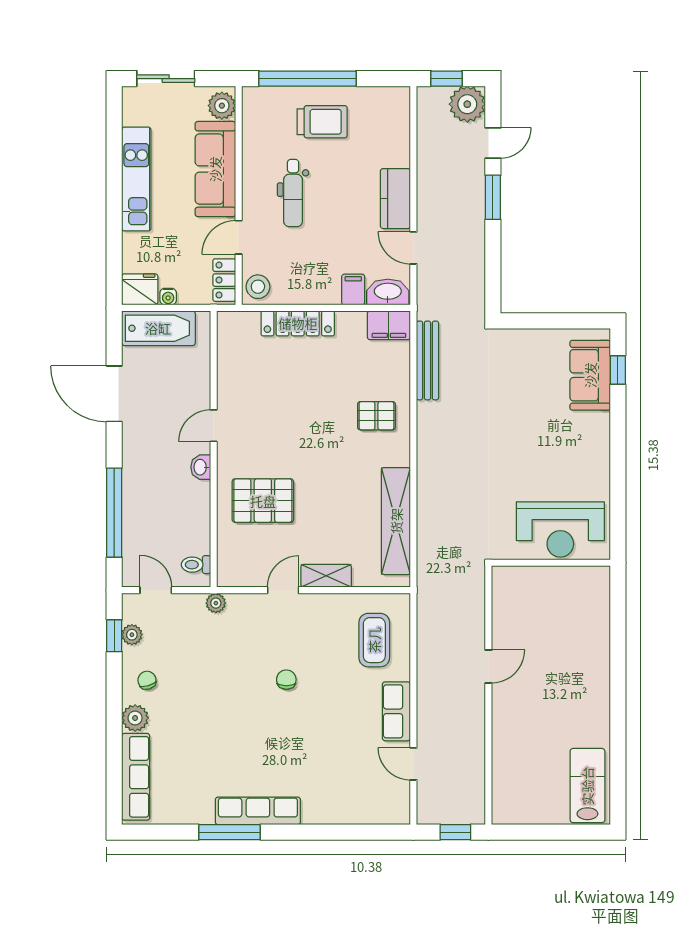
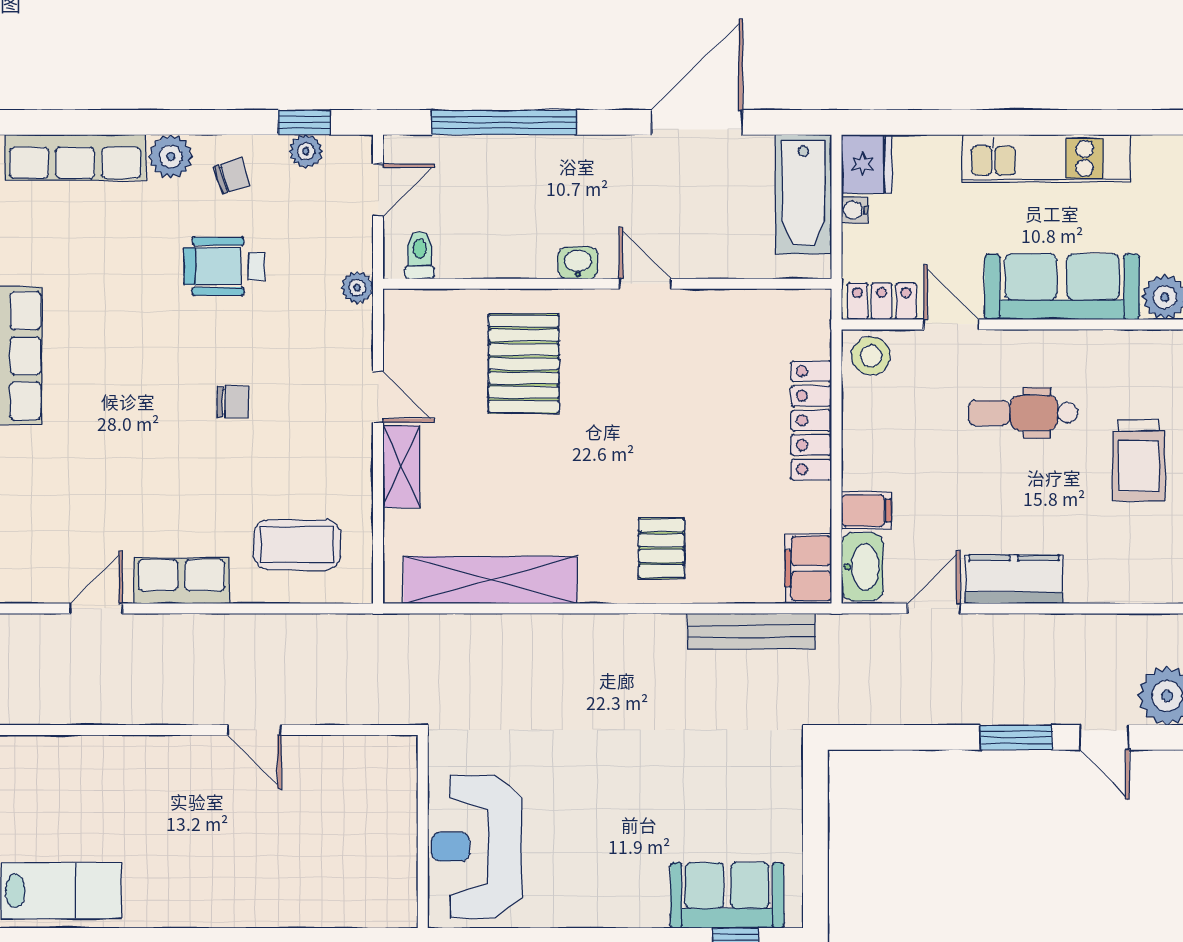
wheelchair: (203, 685) -> (224, 266), added

